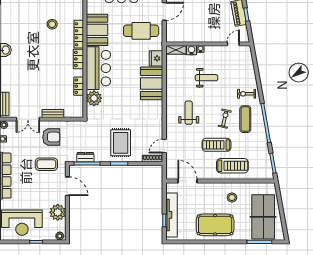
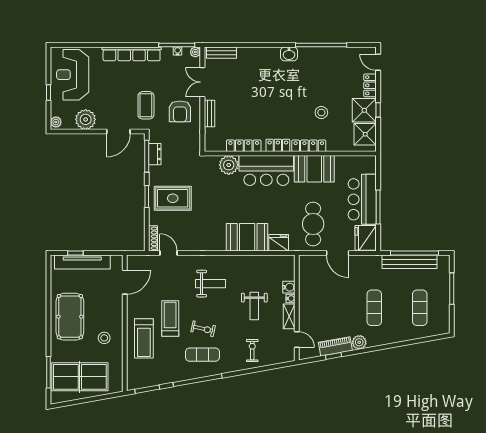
shelving: (176, 50) -> (289, 316), moved
locker: (79, 86) -> (244, 146), width x1.53
exercise bike: (246, 94) -> (252, 351), moved

